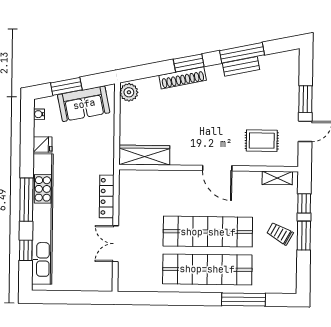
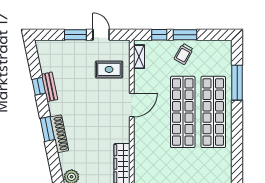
window: (242, 53) -> (39, 86), width x0.46
rug: (262, 141) -> (109, 69), turned 90

